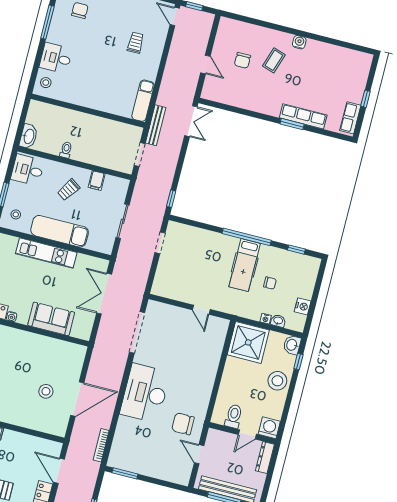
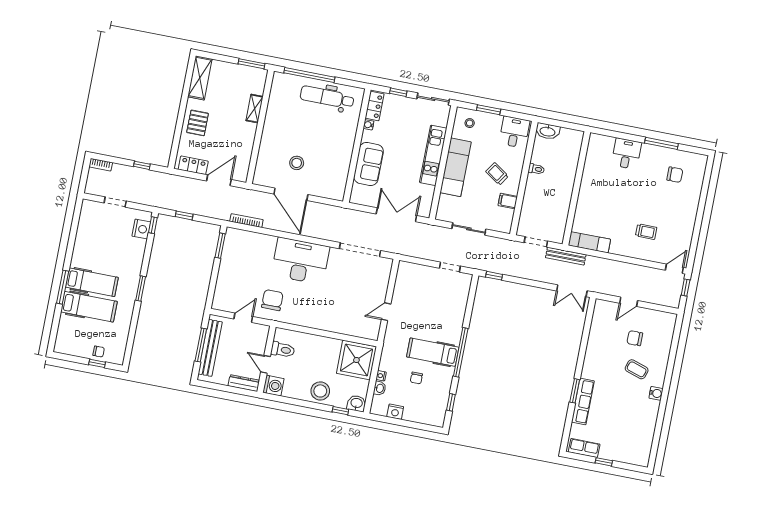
stool: (46, 83) -> (602, 145), removed

